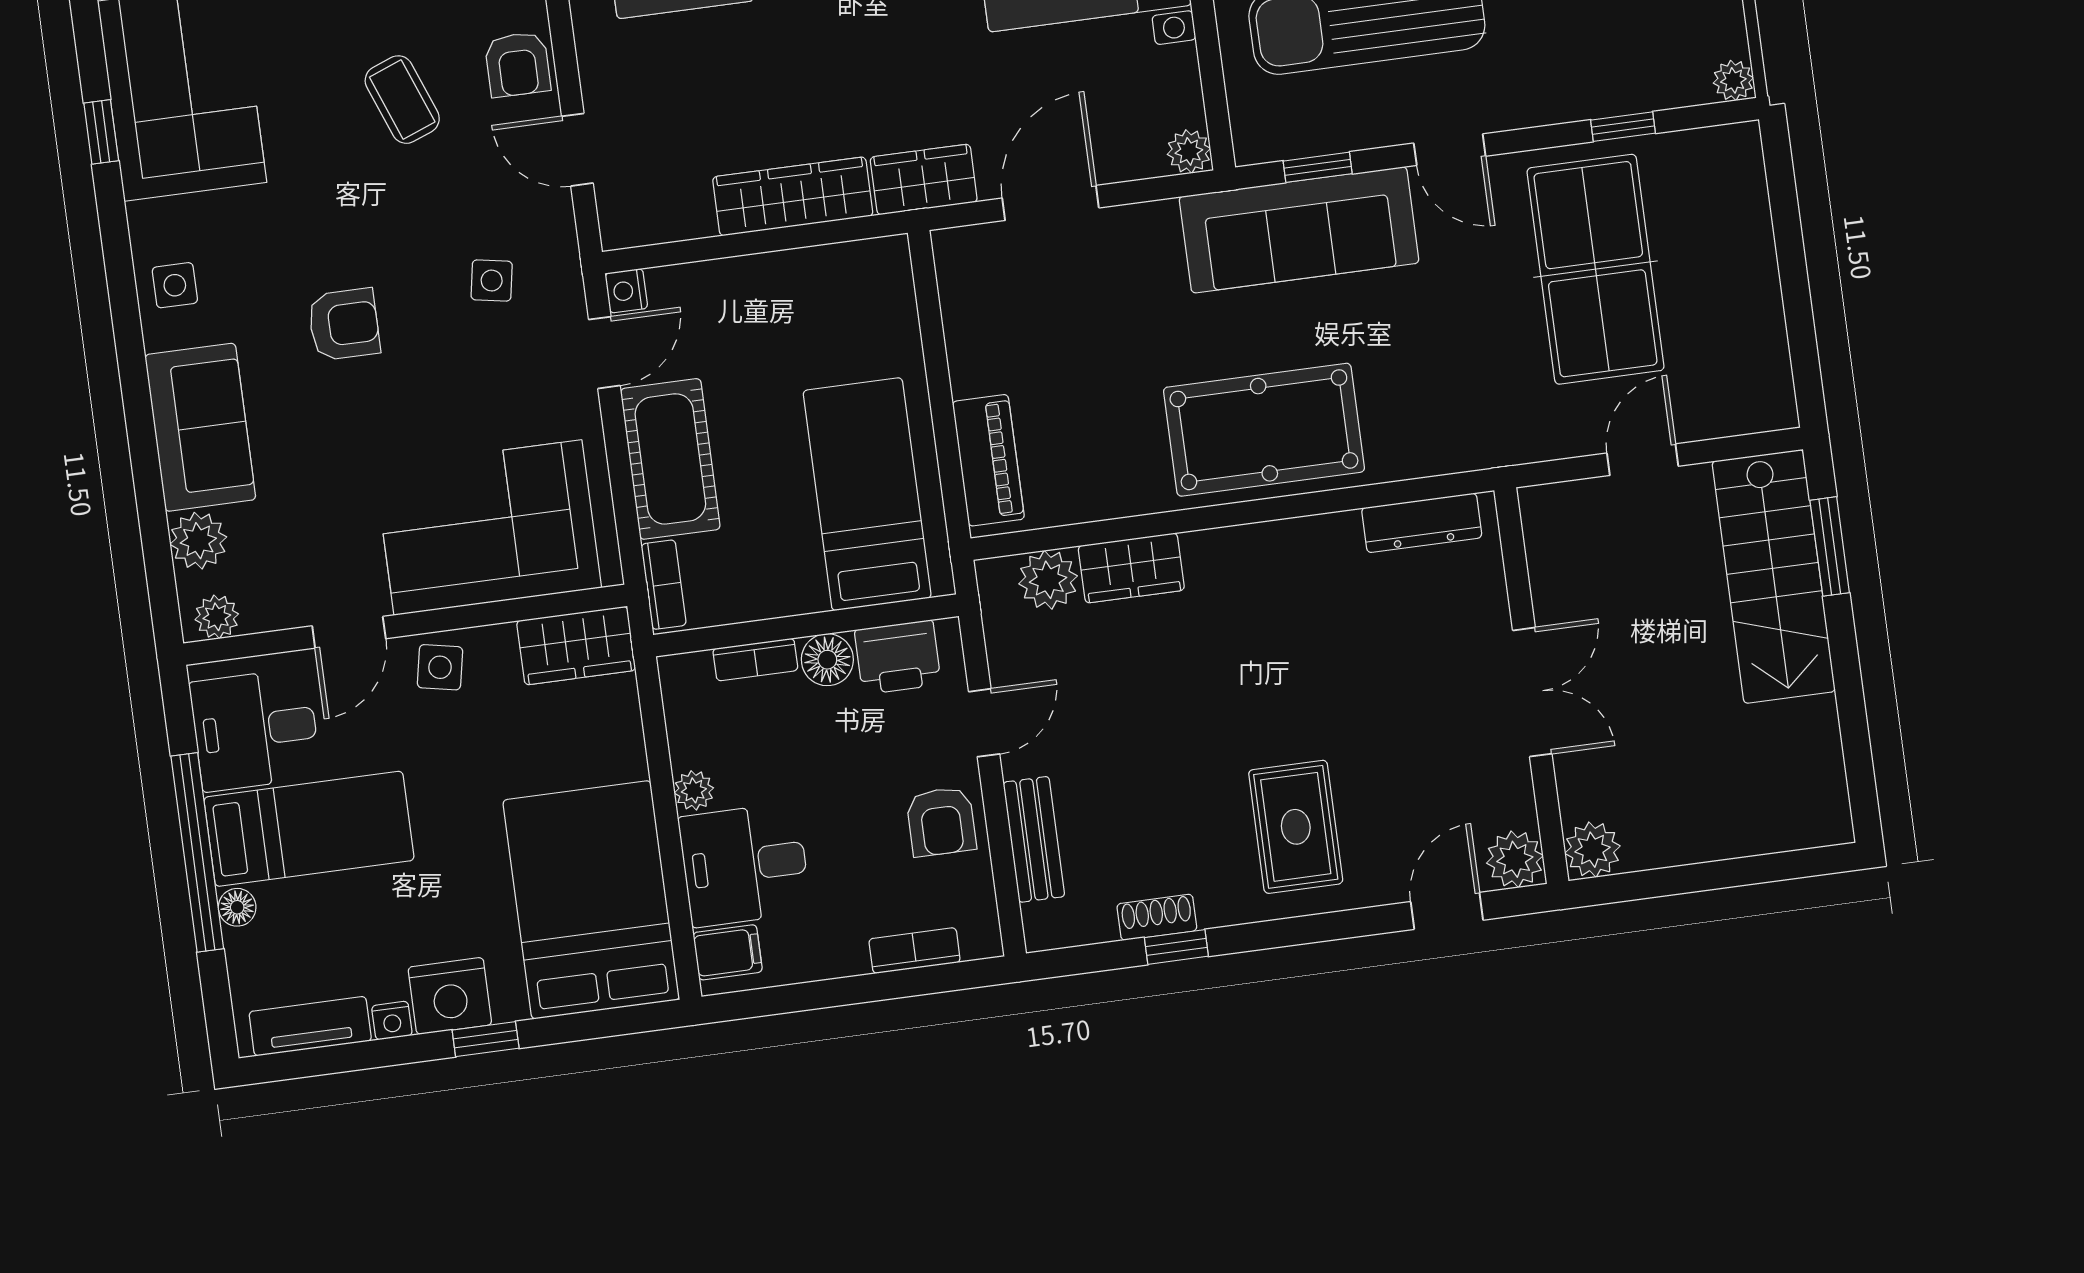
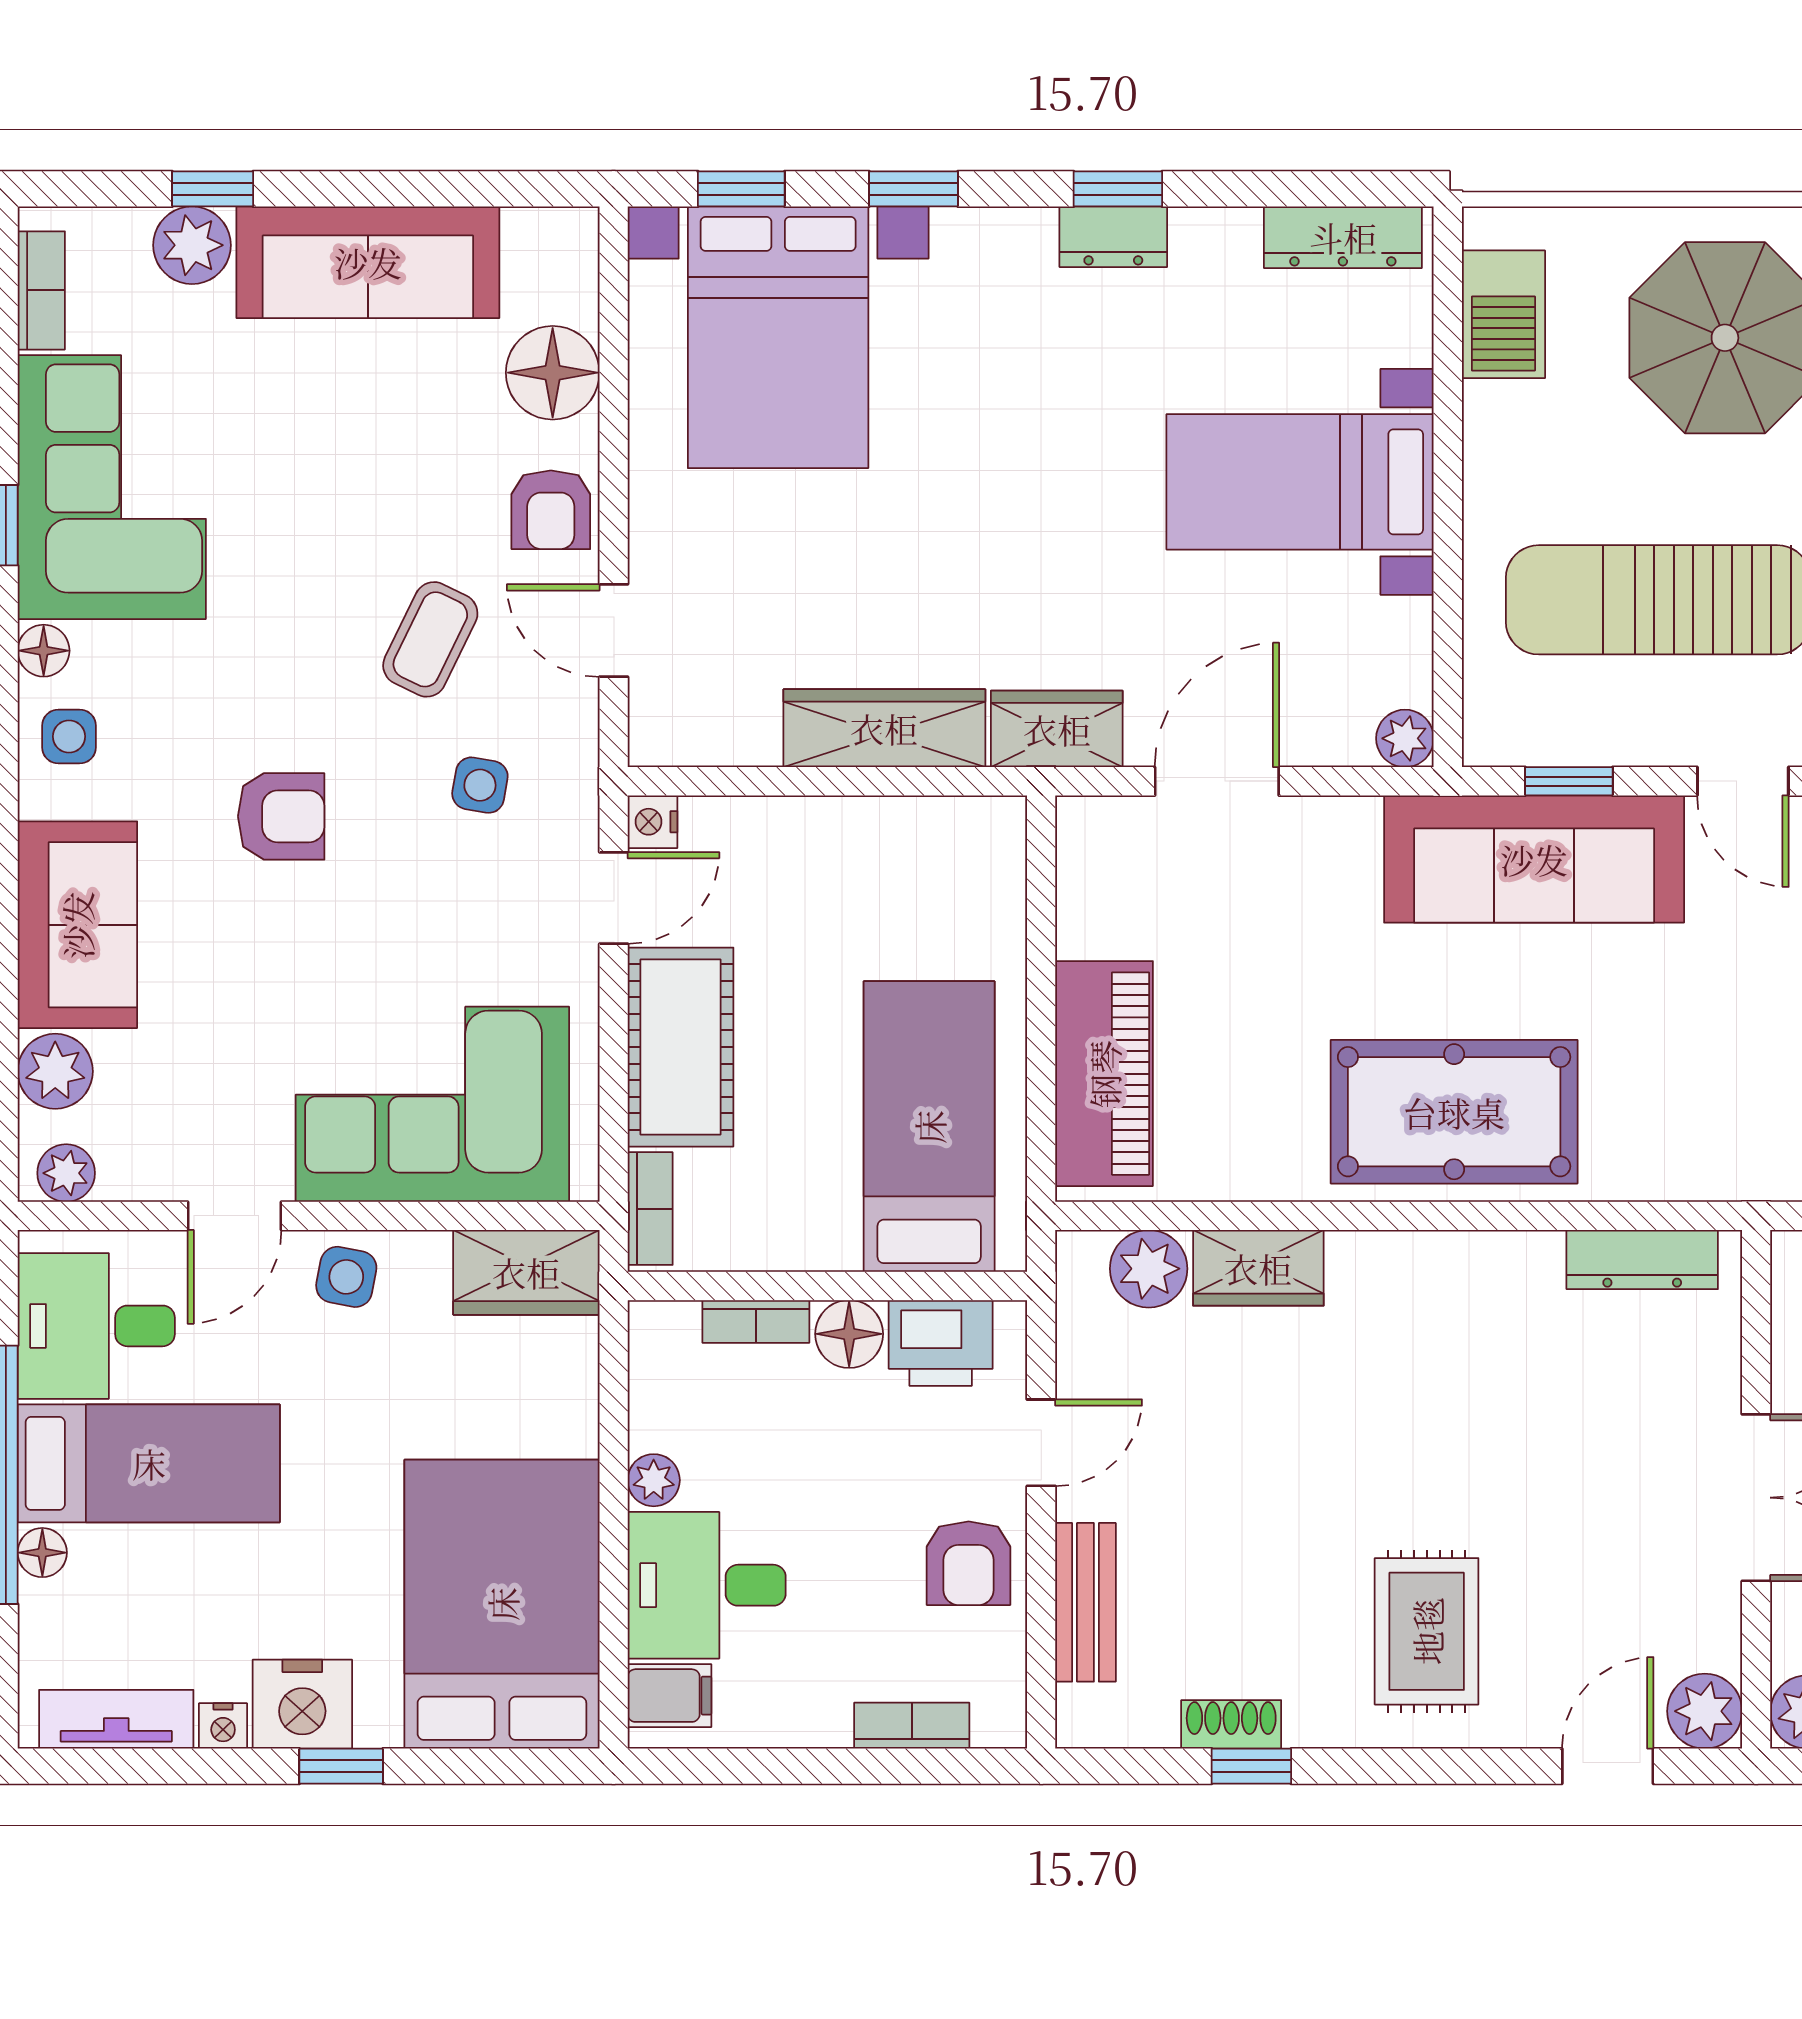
coffee table: (402, 100) -> (430, 639), moved, turned 47
floor lamp: (147, 223) -> (44, 651), added
piano: (988, 460) -> (1104, 1074), width x1.37, depth x1.33

